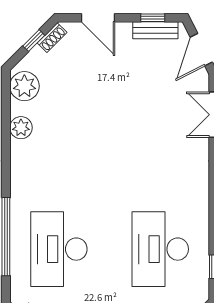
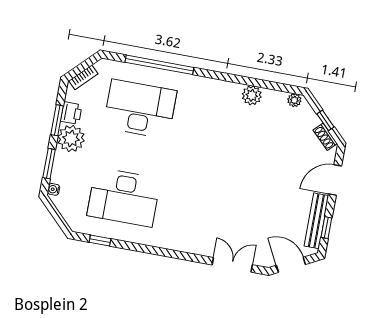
bench: (155, 30) -> (316, 221), width x1.36
plant: (24, 86) -> (294, 100), width x0.53, depth x0.53
desk: (160, 249) -> (124, 197), turned 180

